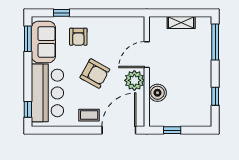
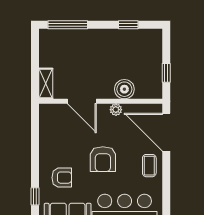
shelving: (181, 22) -> (46, 84), moved
armchair: (95, 74) -> (103, 159), turned 151
plant: (134, 80) -> (116, 110), width x0.53, depth x0.53

